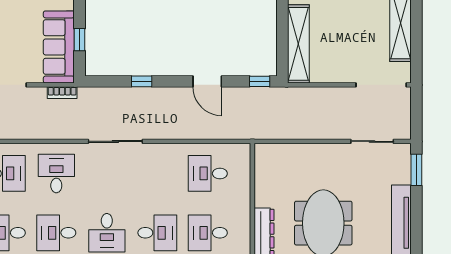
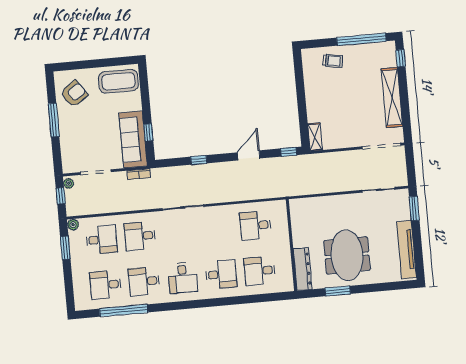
shelving: (298, 44) -> (315, 137), width x0.45, depth x0.75
door: (207, 81) -> (249, 155), swing flipped
desk: (56, 173) -> (140, 236), turned -90

